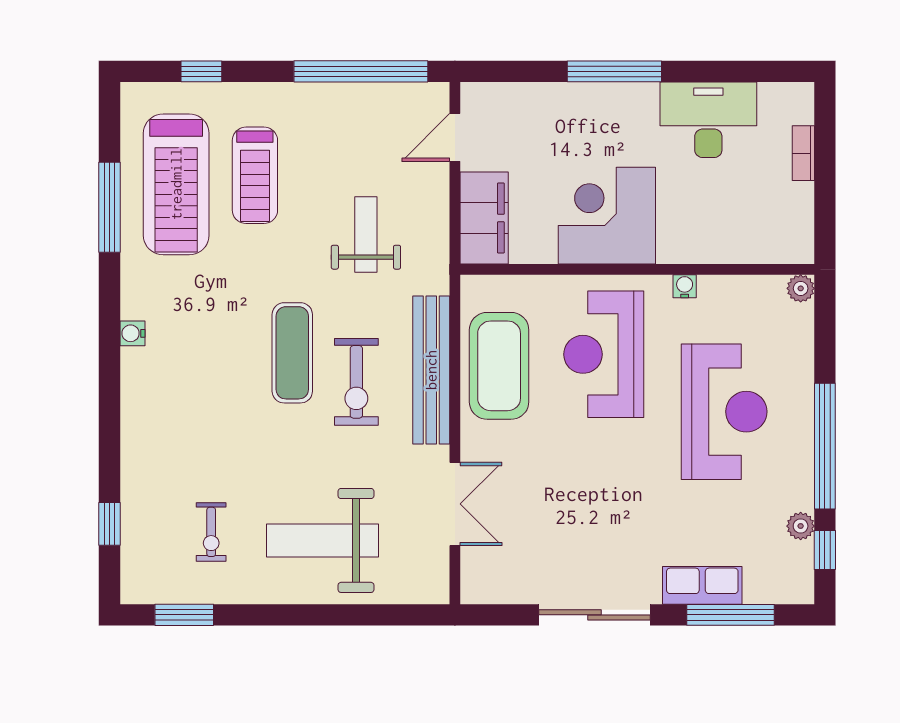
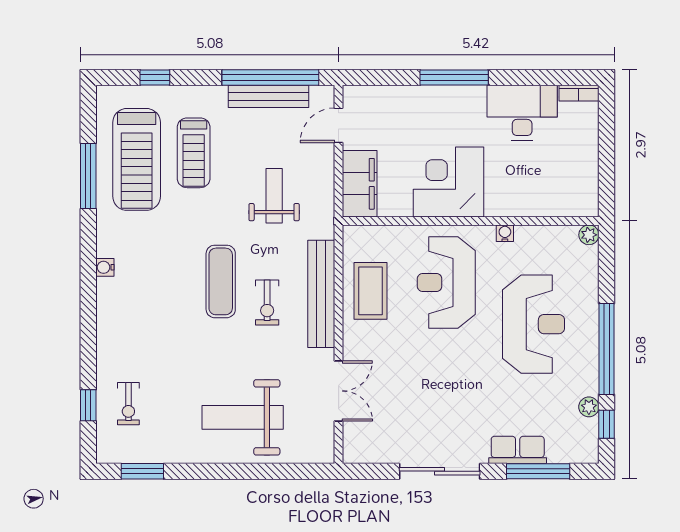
bench: (358, 97) -> (268, 96), added
bookcase: (803, 153) -> (579, 93), moved, turned -90
coffee table: (499, 366) -> (370, 291), width x0.73, depth x0.76
exercise bike: (356, 382) -> (267, 302), width x0.73, depth x0.72
exercise bike: (211, 532) -> (128, 404), moved

